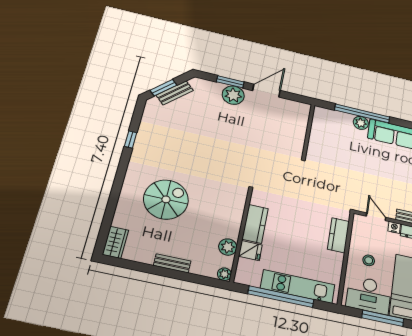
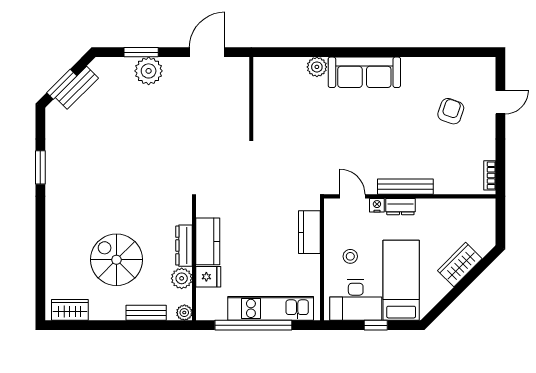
door: (266, 91) -> (207, 52), moved
window: (362, 113) -> (317, 52), removed
window: (131, 140) -> (40, 167), width x1.50
spiral stairs: (166, 199) -> (116, 260), moved, turned -90
dresser: (235, 223) -> (184, 246), added
wardrobe: (115, 242) -> (70, 310), moved, turned -90
bench: (172, 263) -> (146, 313), moved
window: (383, 318) -> (376, 325), width x0.46

